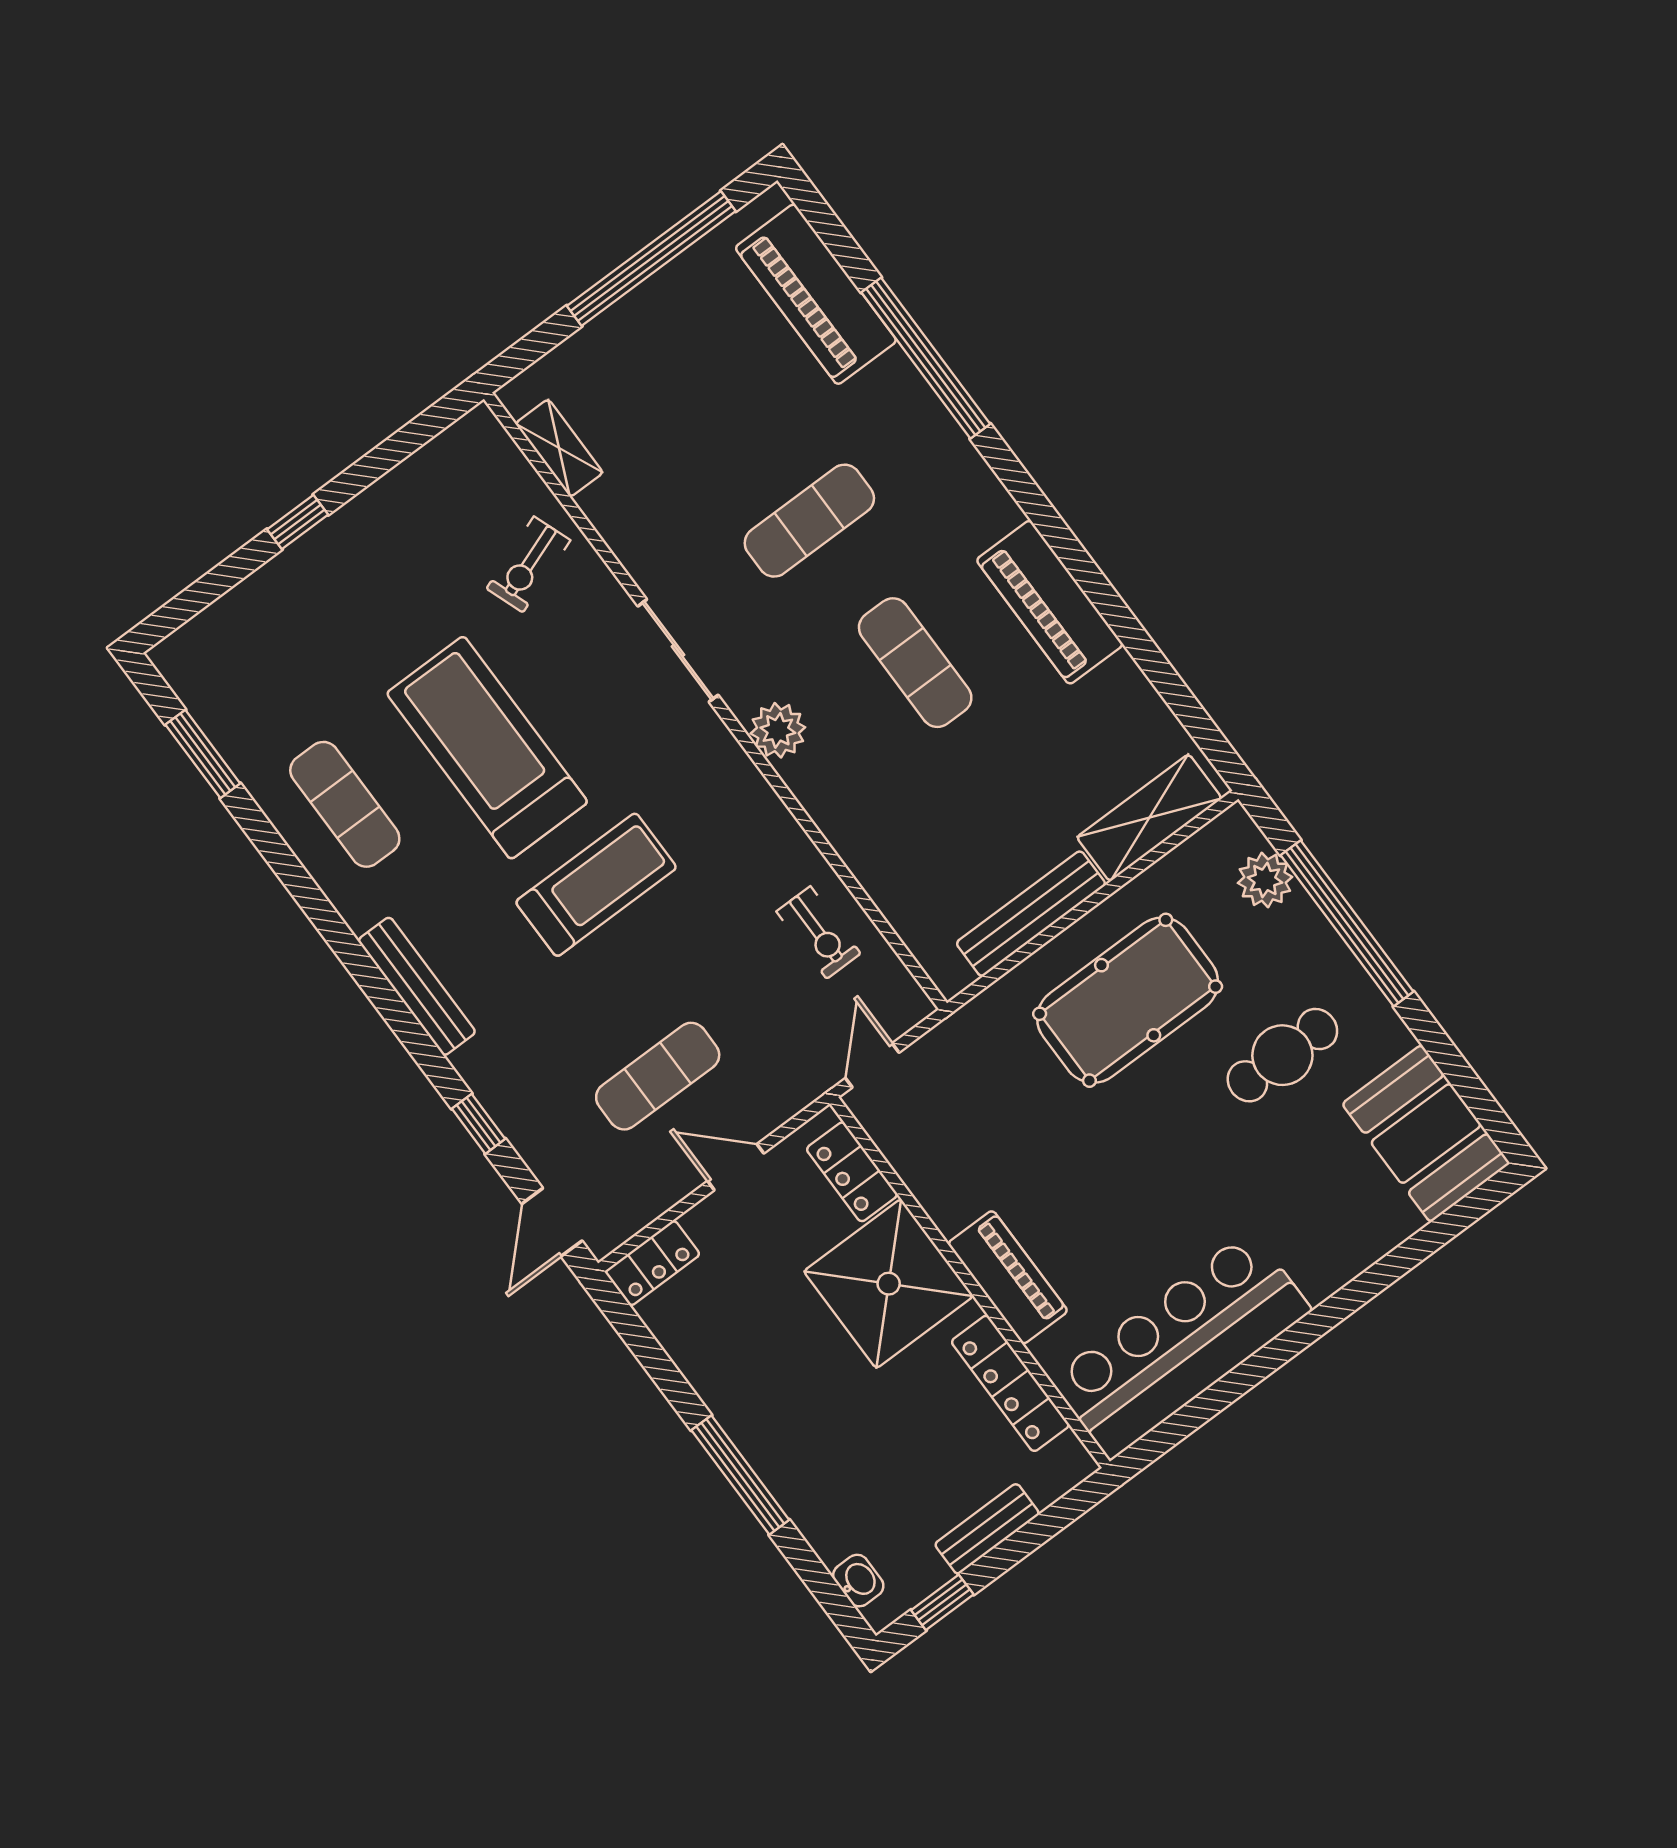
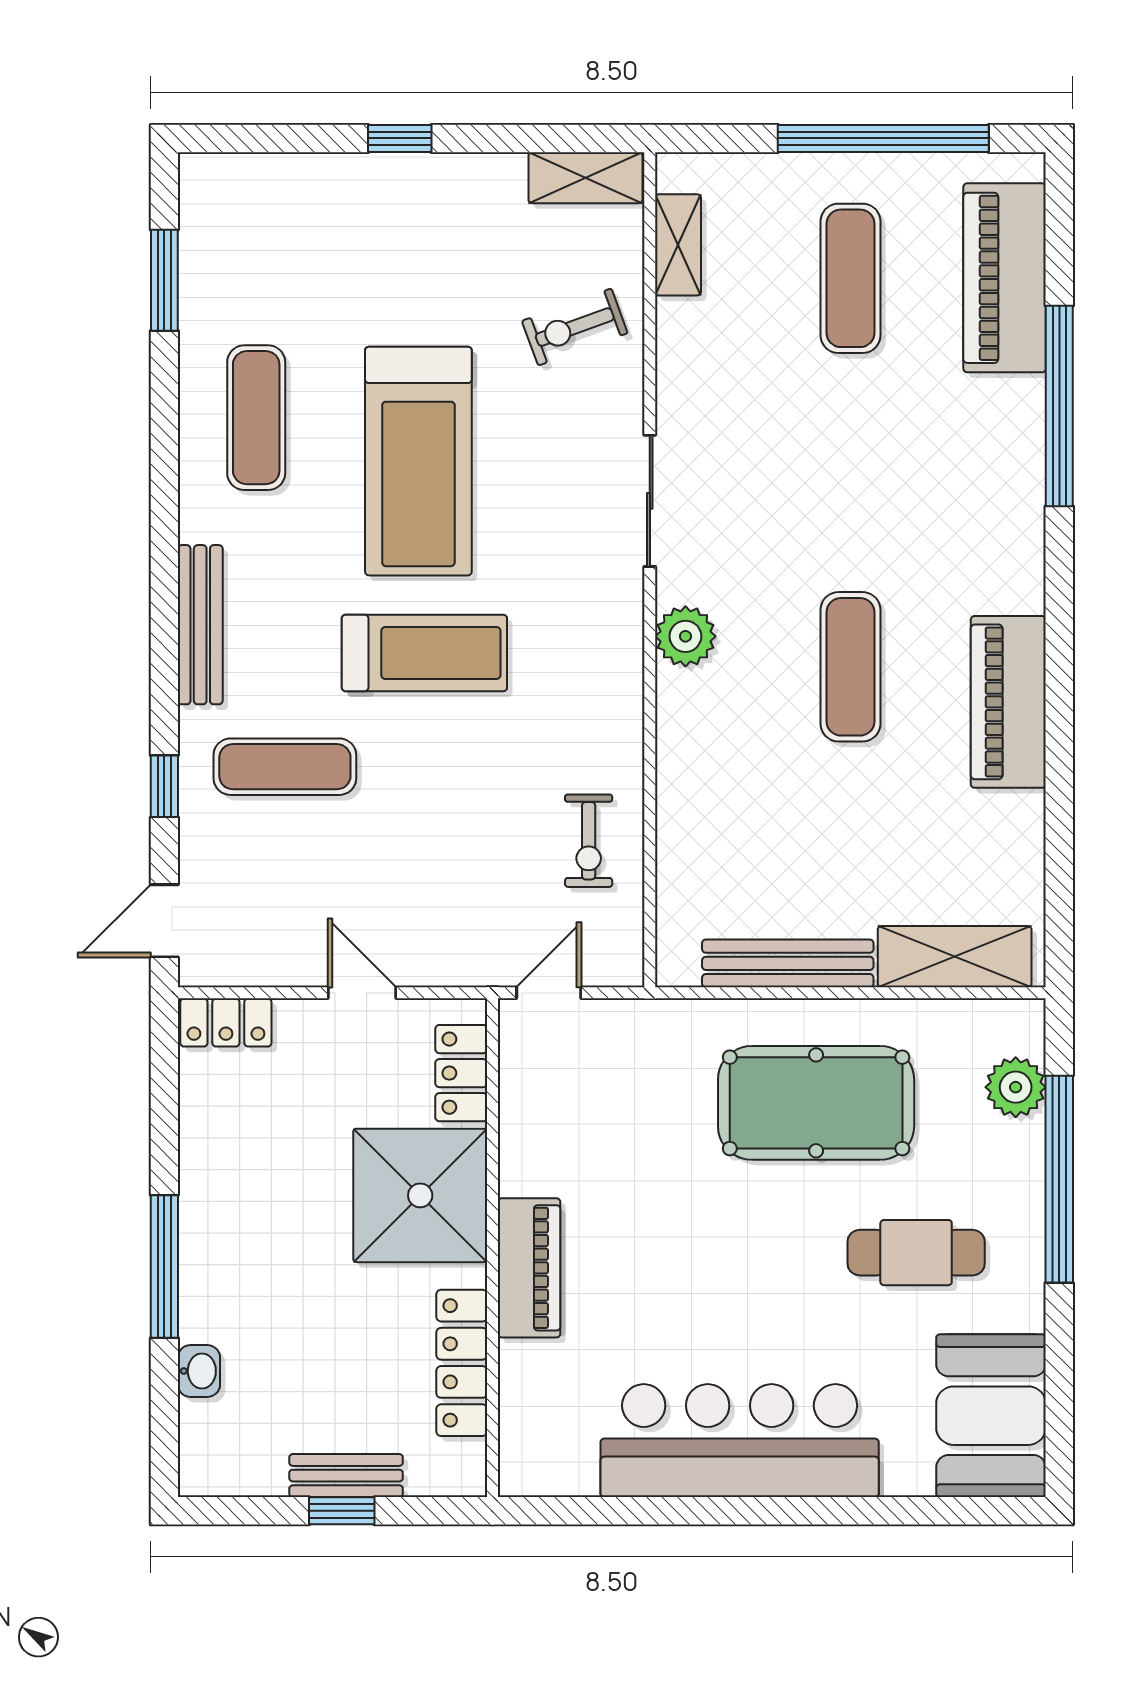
shelving: (455, 449) -> (585, 178), added
exercise mat: (809, 521) -> (850, 278), moved, turned 90
treadmill: (487, 748) -> (418, 461), turned 180
exercise mat: (658, 1076) -> (285, 767), moved
bar counter: (1181, 1345) -> (740, 1441), moved
washbasin: (858, 1581) -> (199, 1371), moved
window: (942, 1602) -> (342, 1511), moved

